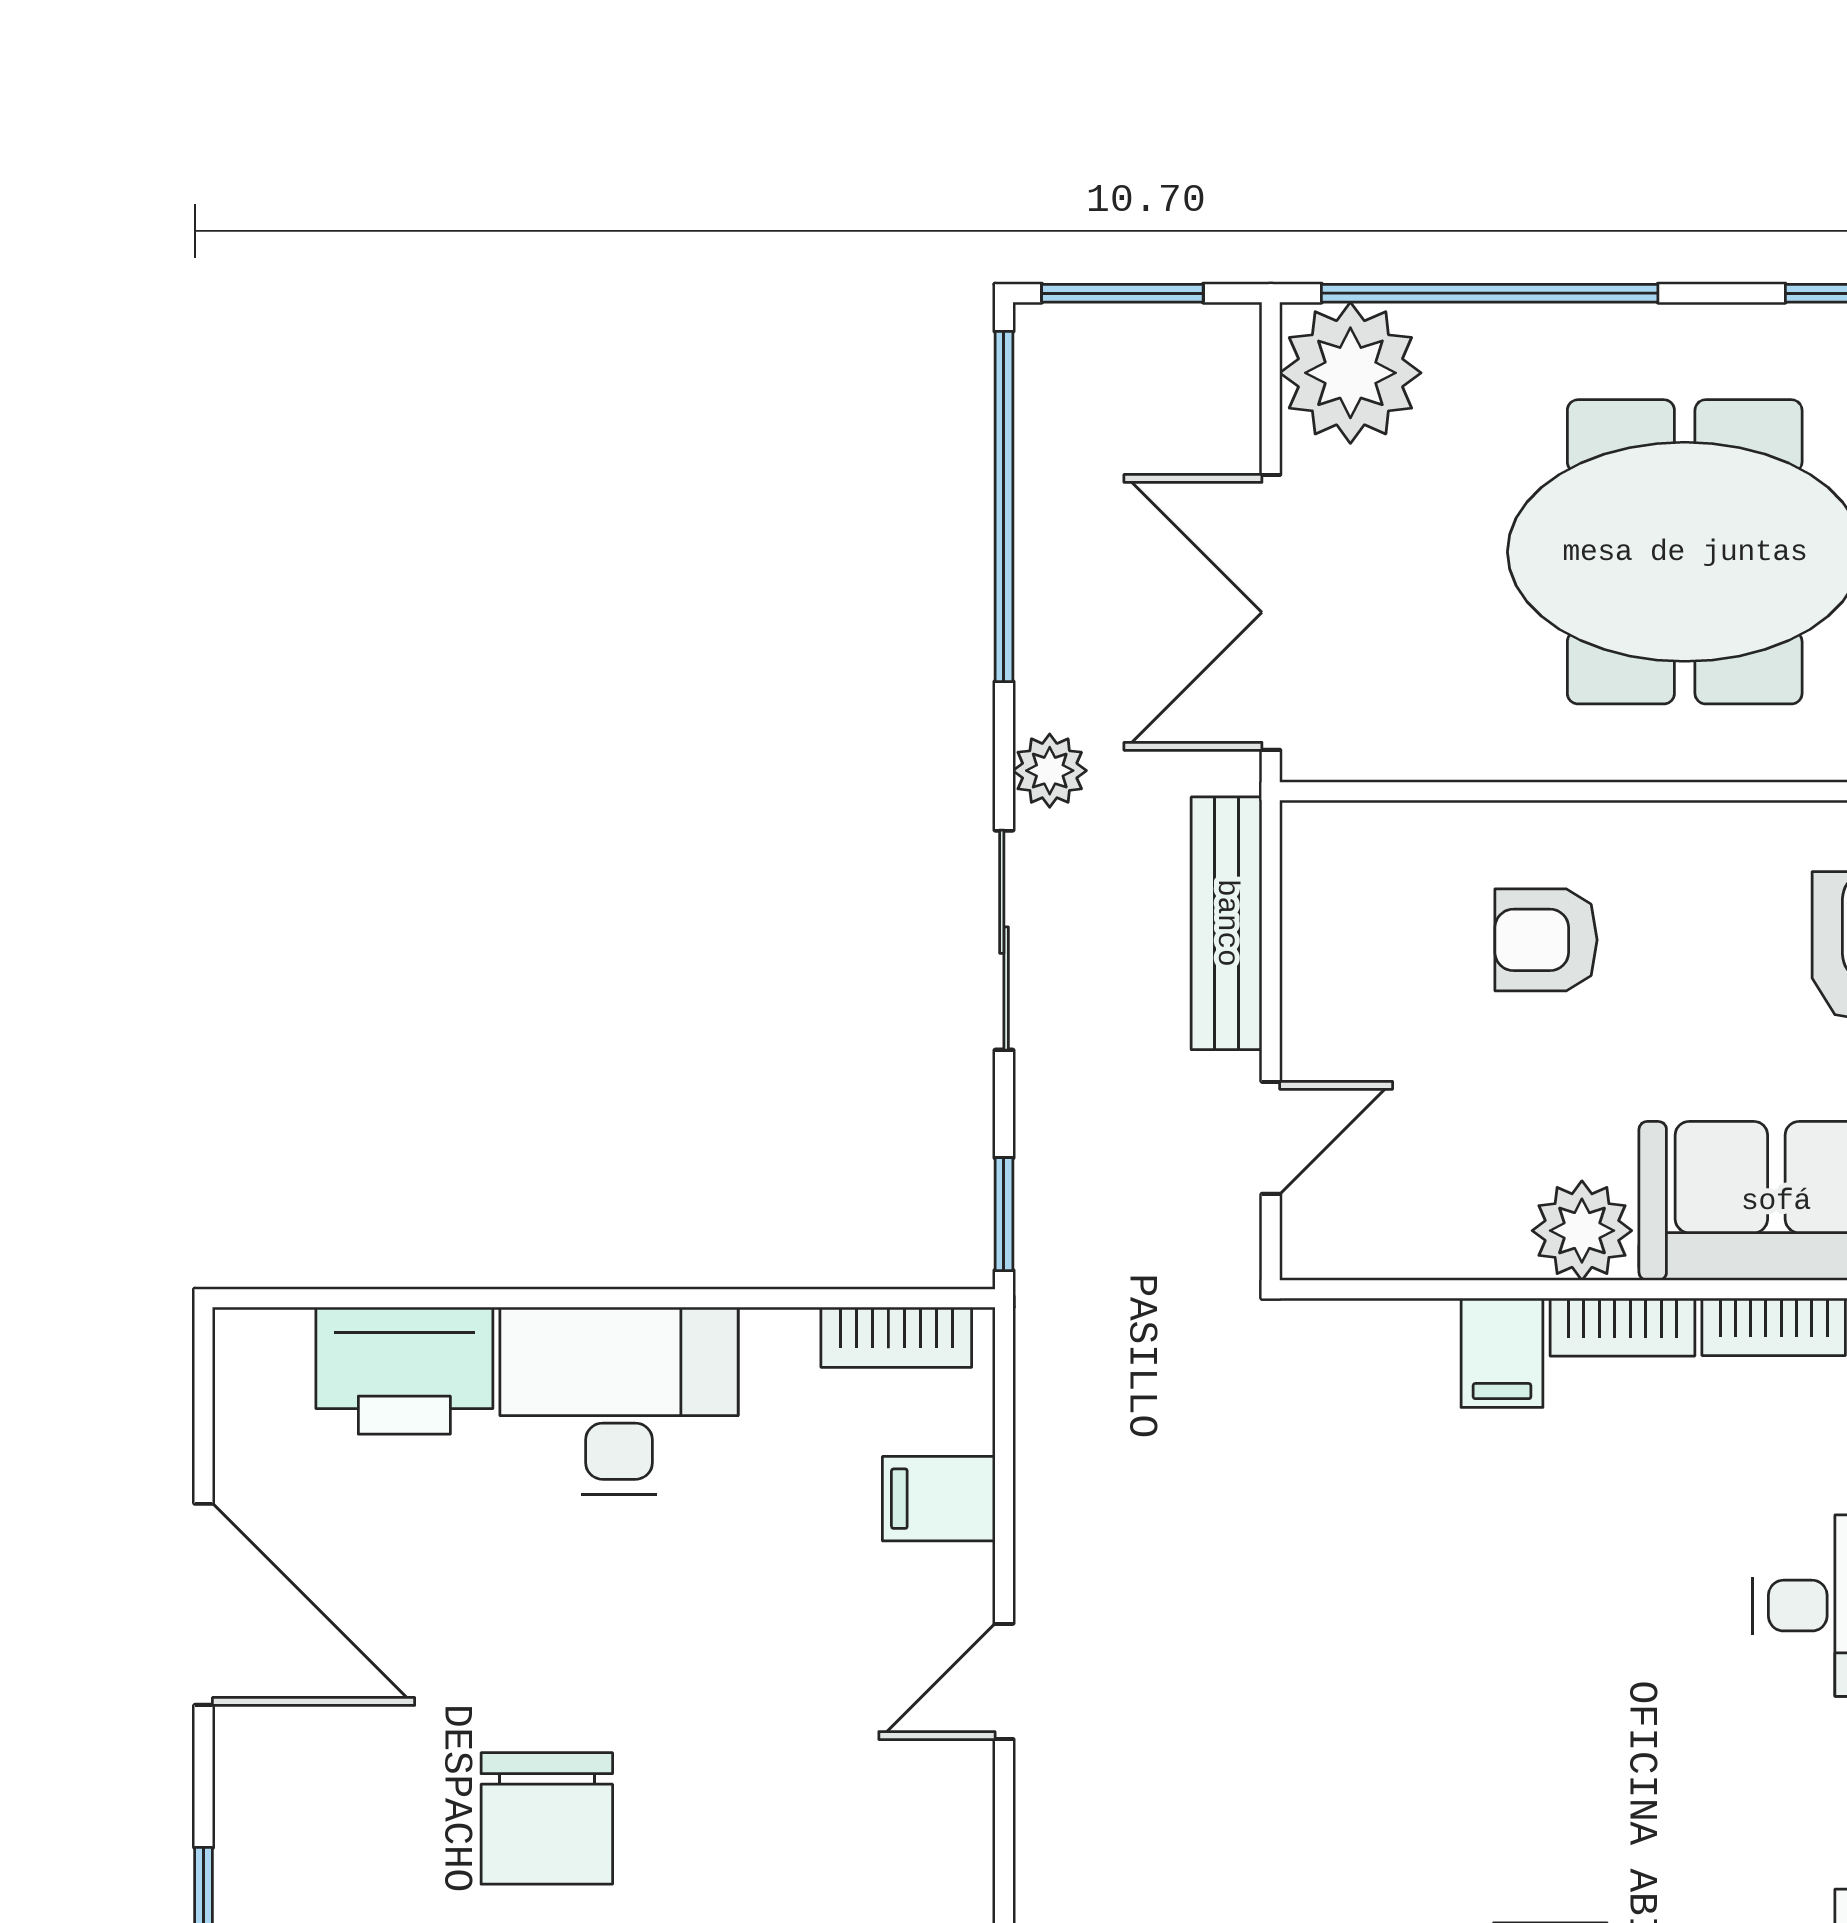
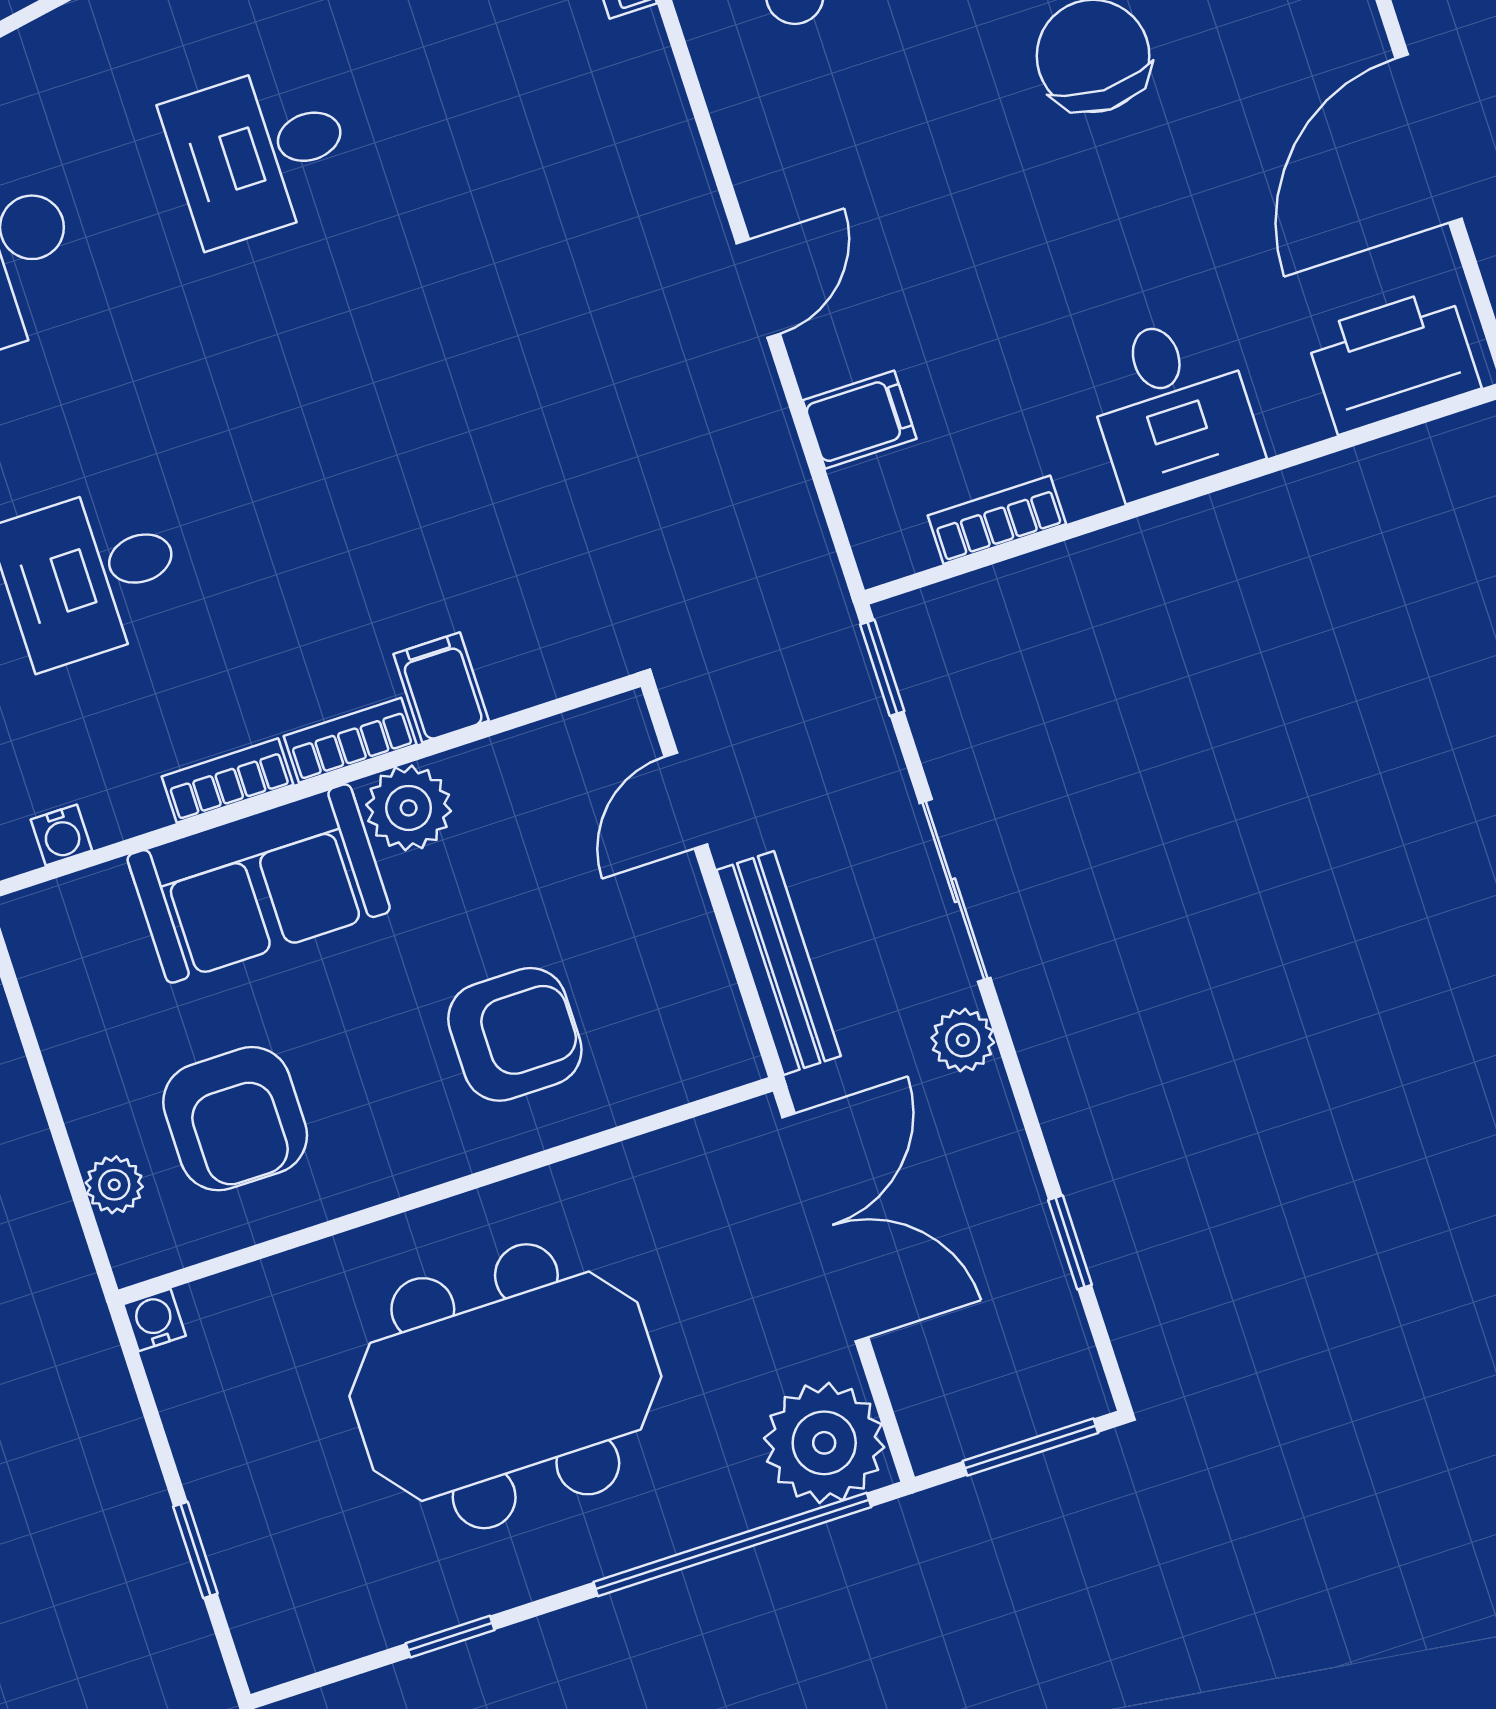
window: (1004, 506) -> (1070, 1242), width x0.32
armchair: (1546, 940) -> (515, 1034), width x1.38, depth x1.38
bookcase: (896, 1337) -> (997, 520), moved
printer: (404, 1371) -> (1393, 360), moved
desk: (619, 1401) -> (1172, 406), width x0.73
door: (204, 1604) -> (1429, 139), hinge flipped

